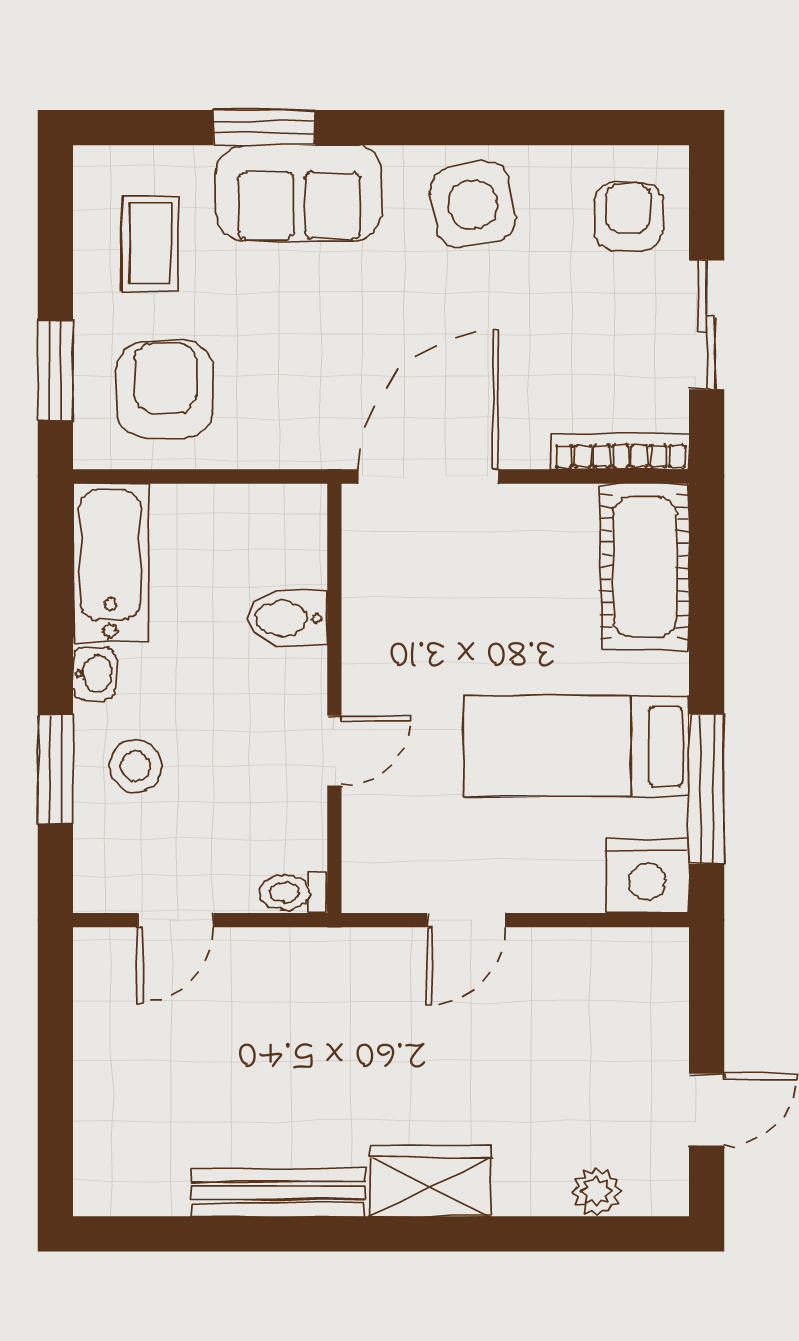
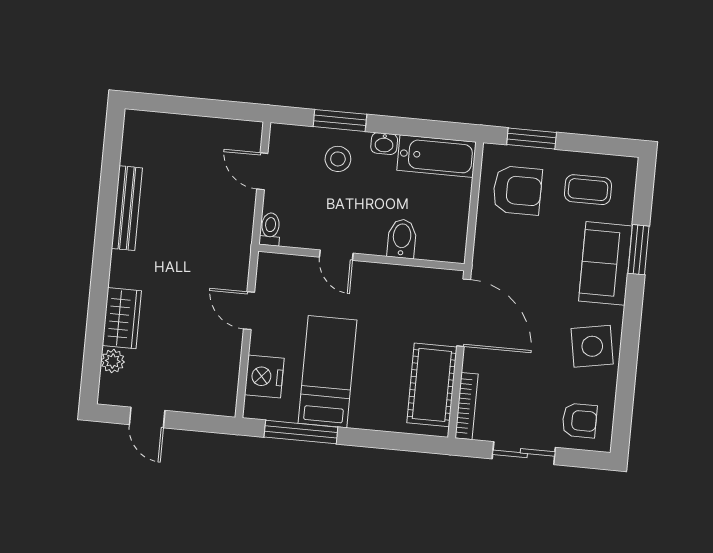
cot: (645, 567) -> (432, 385), moved, turned 90
nightstand: (648, 876) -> (264, 377), moved
wardrobe: (430, 1181) -> (122, 318), moved

